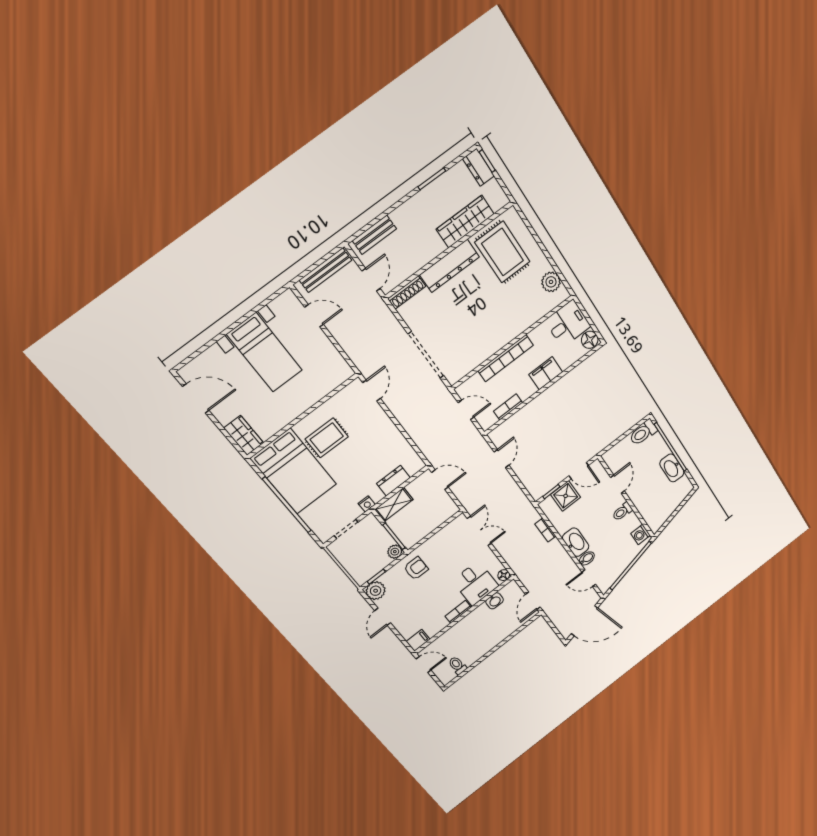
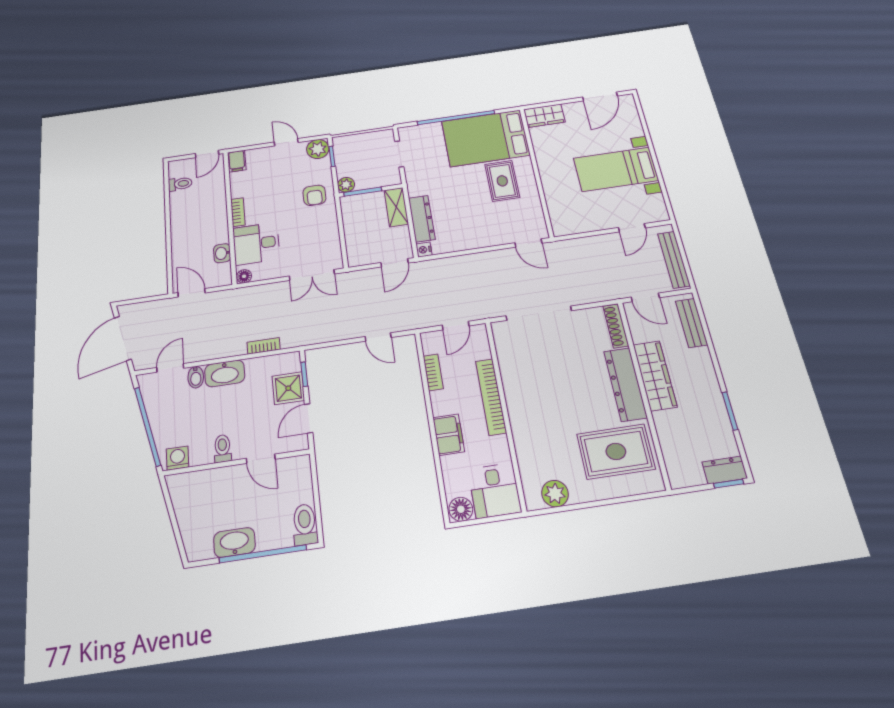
wardrobe: (465, 222) -> (655, 376), moved
dresser: (393, 481) -> (422, 219), width x1.44
nightstand: (367, 504) -> (424, 250), moved

